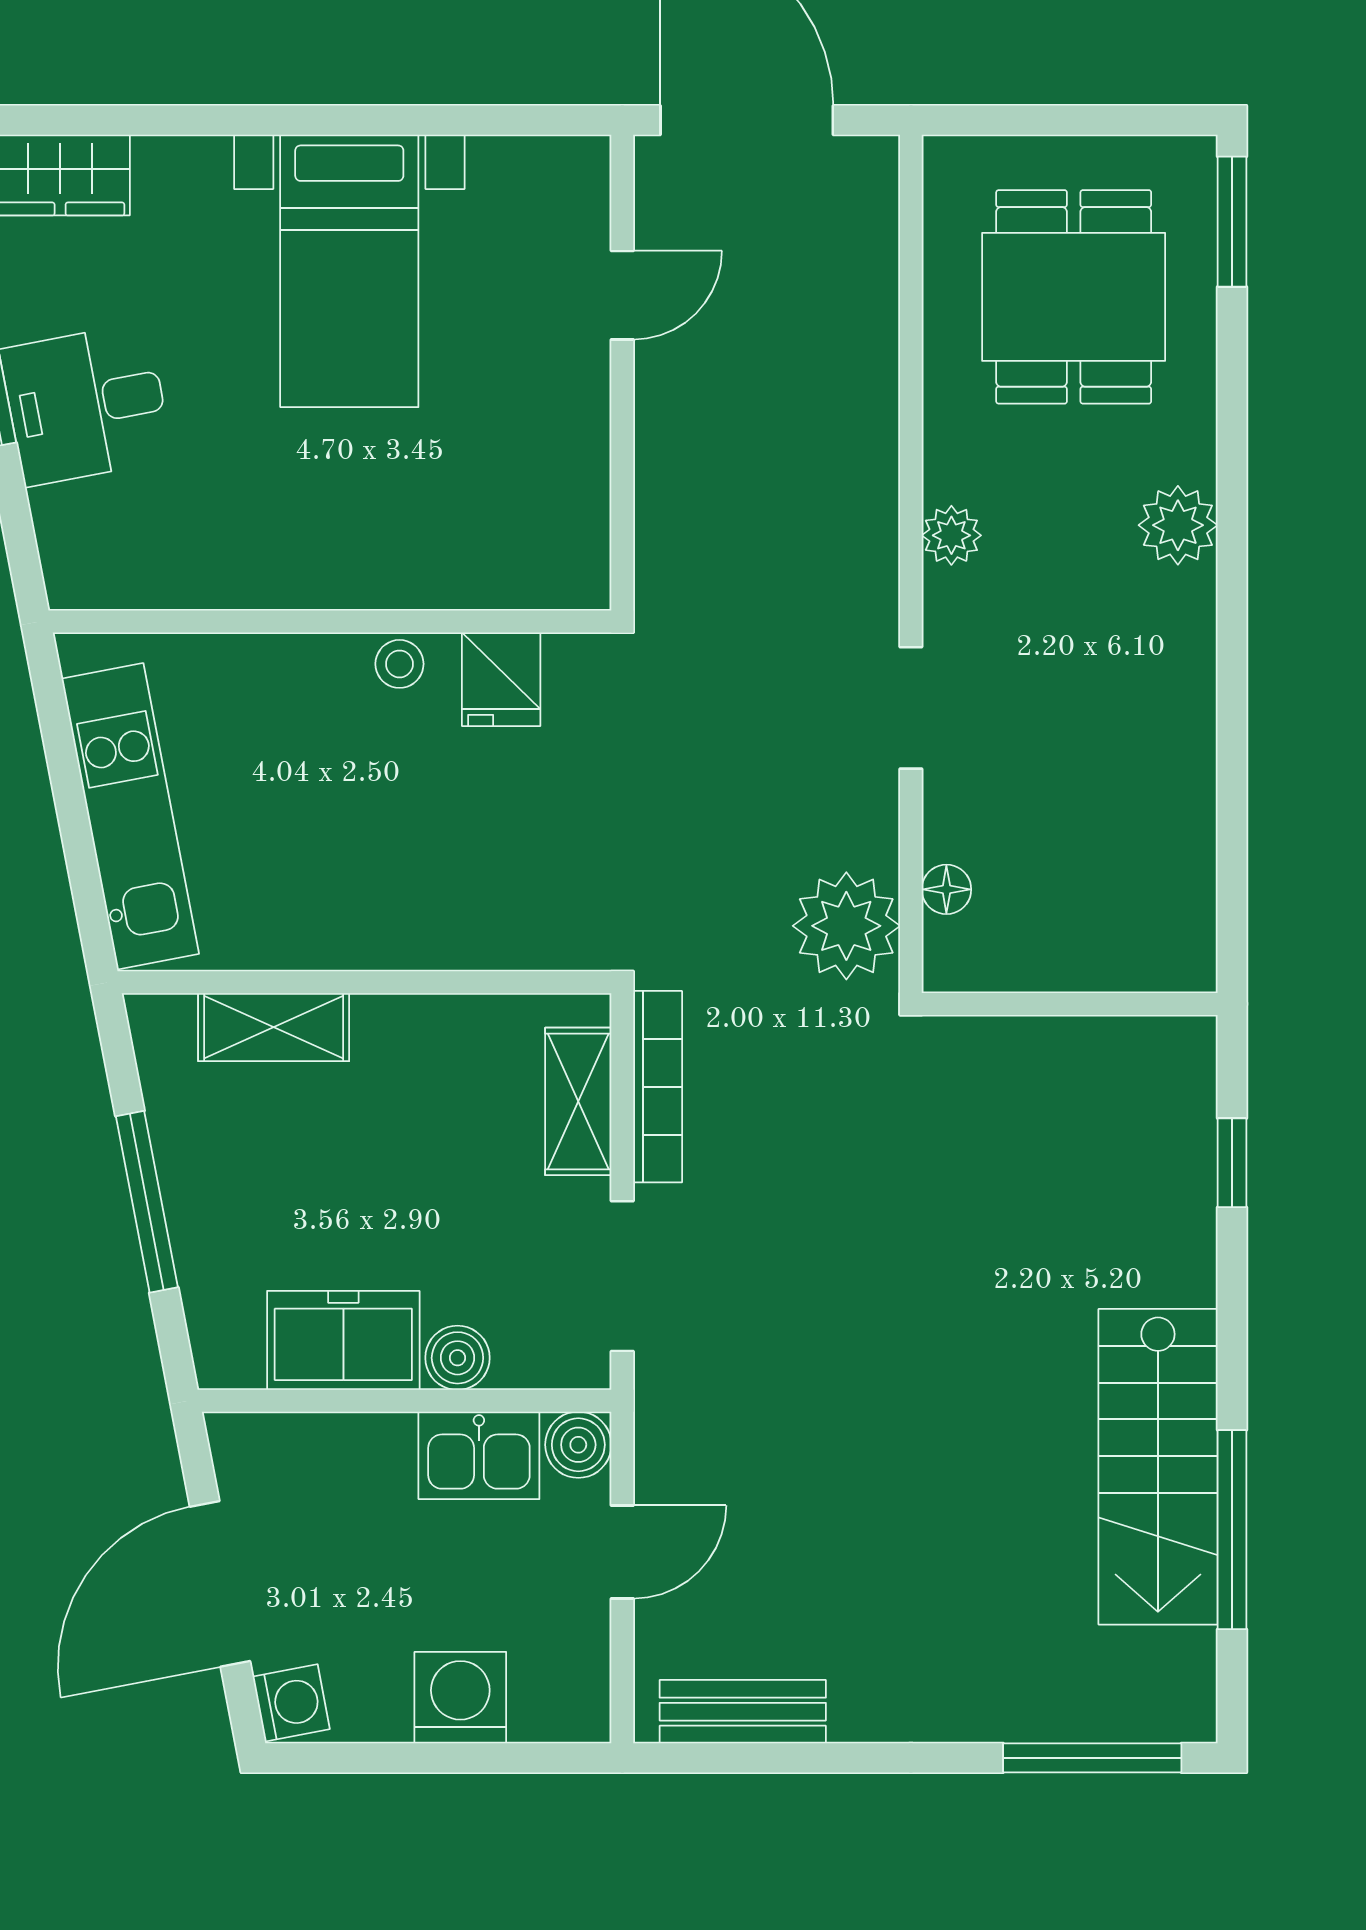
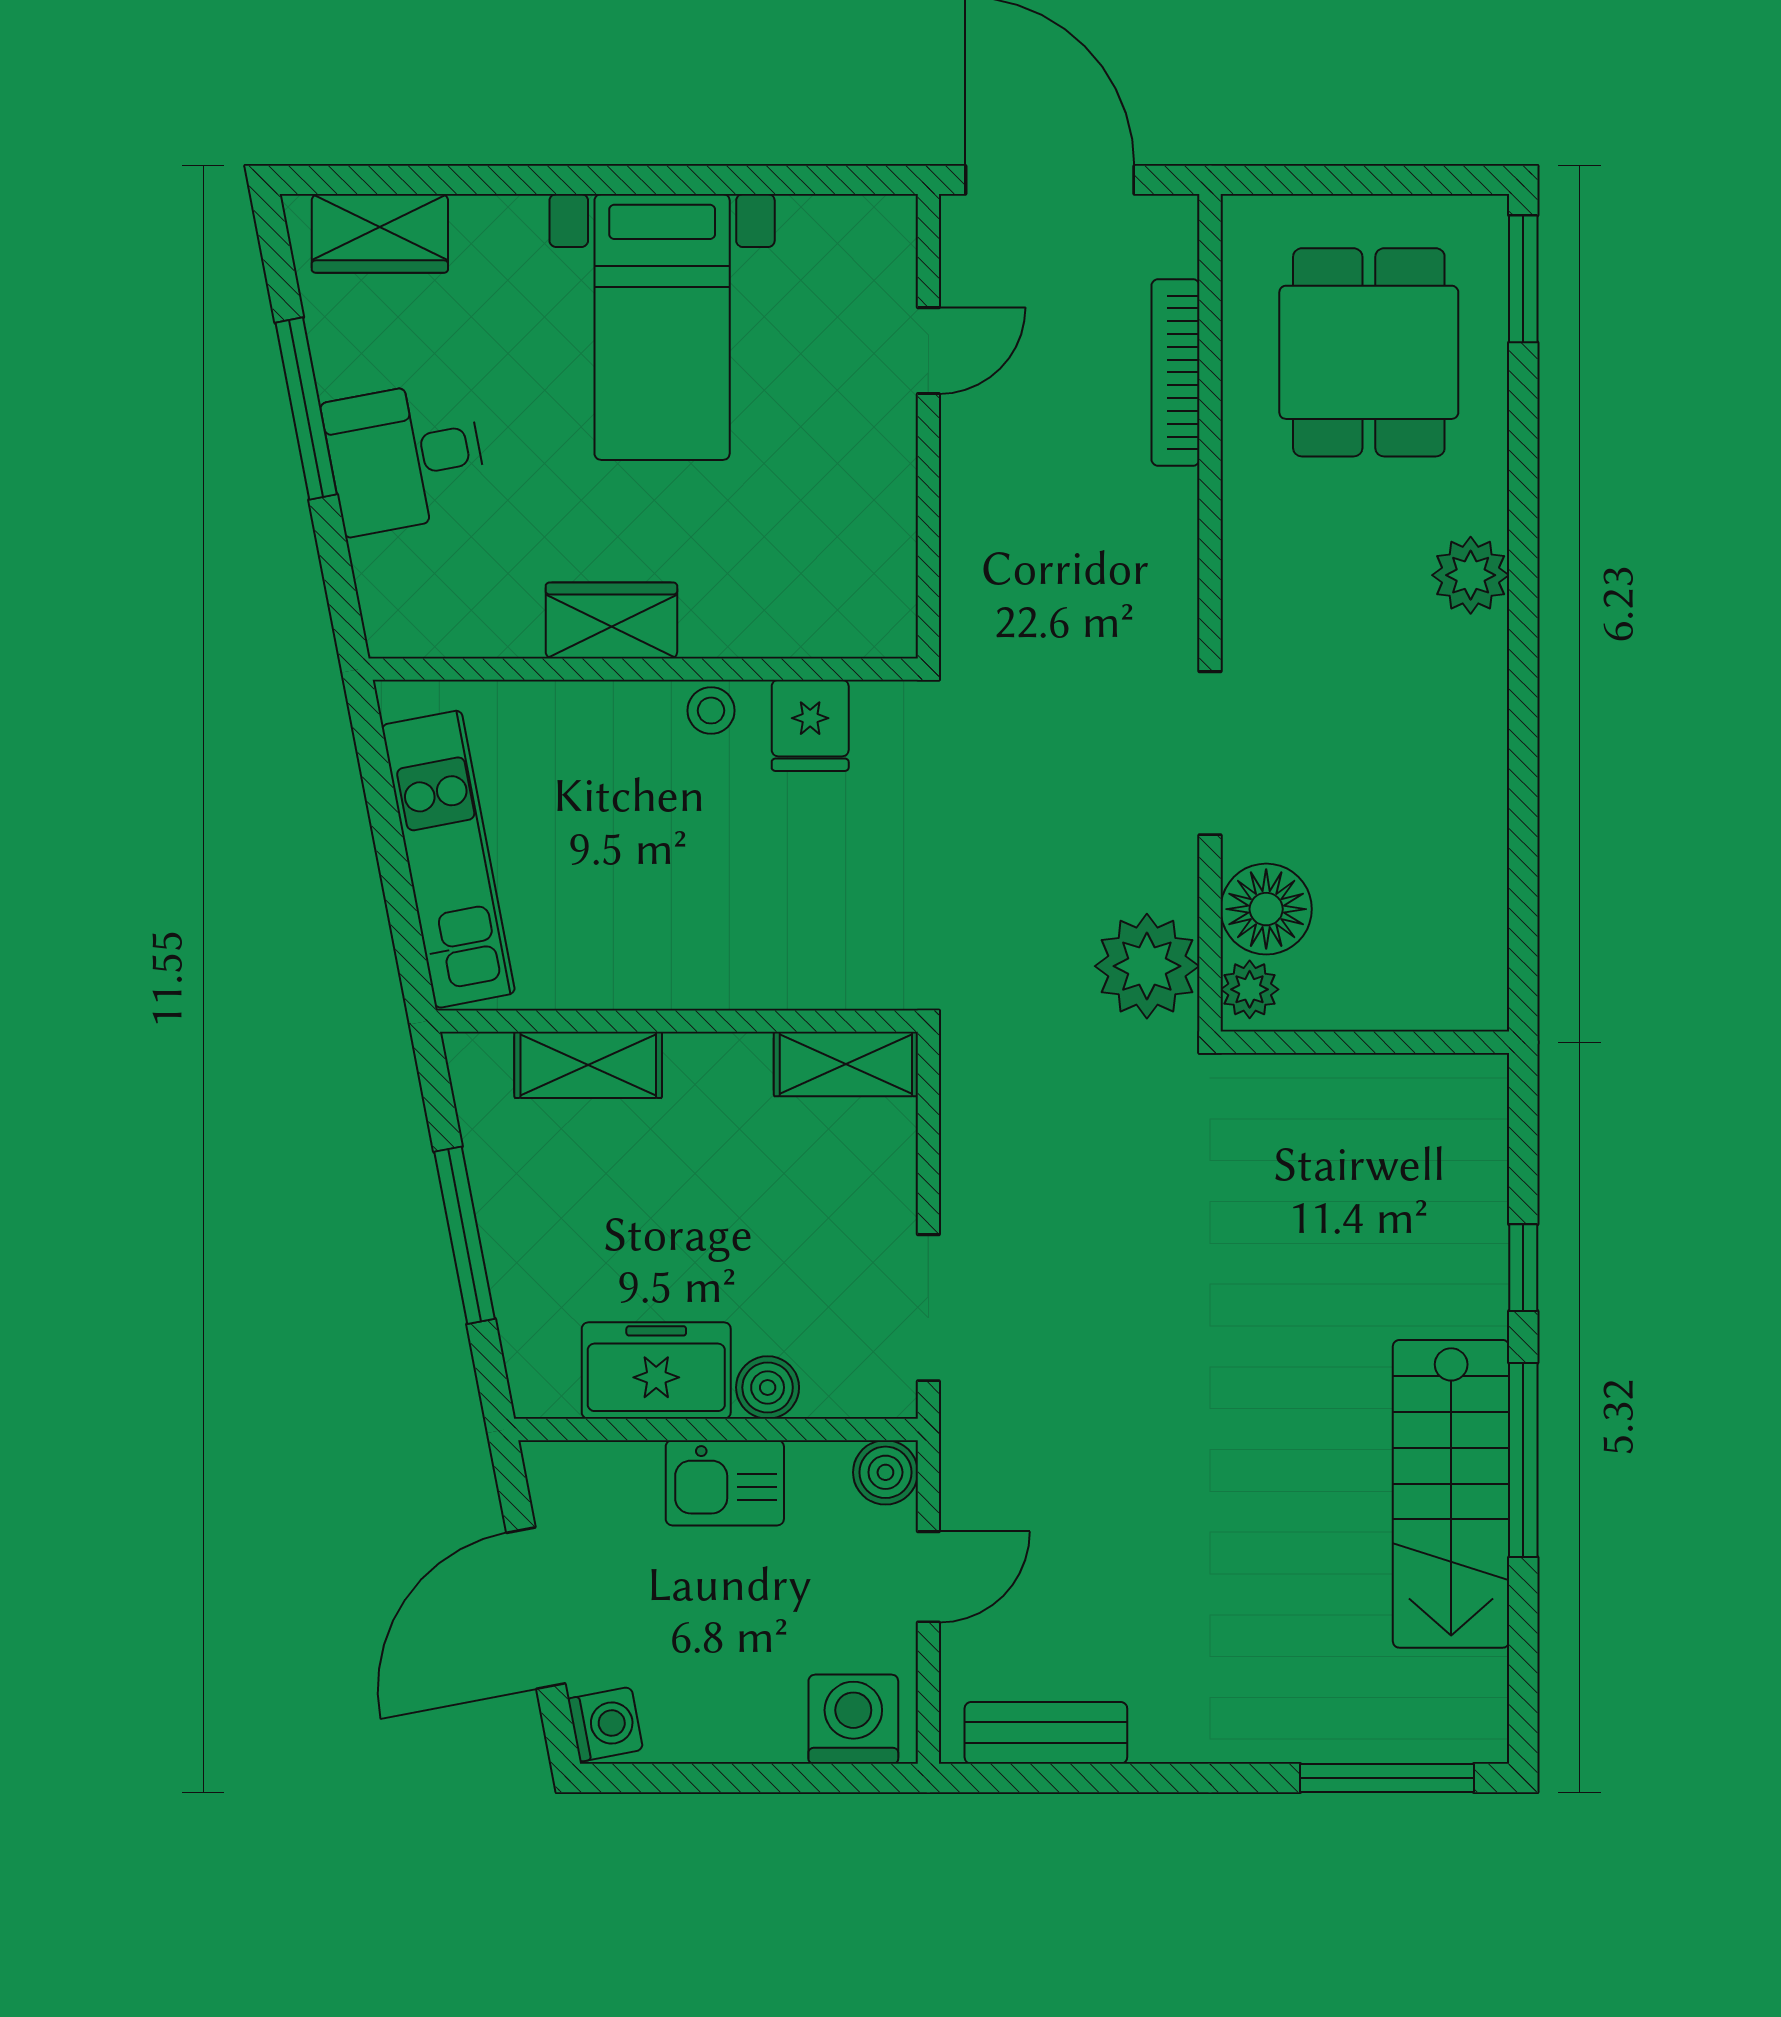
plant: (951, 535) -> (1250, 989), moved
wardrobe: (297, 572) -> (611, 621), added
doorway: (911, 708) -> (1210, 753), width x1.38
floor lamp: (946, 889) -> (1266, 909), width x1.89, depth x1.89
bookcase: (658, 1087) -> (1176, 372), moved, turned 180
shelving: (578, 1101) -> (846, 1064), moved, turned 90
window: (1232, 1163) -> (1523, 1268), moved
kitchen sink: (479, 1455) -> (725, 1483), moved
window: (1232, 1530) -> (1523, 1460), moved
washing machine: (460, 1698) -> (853, 1719), moved

